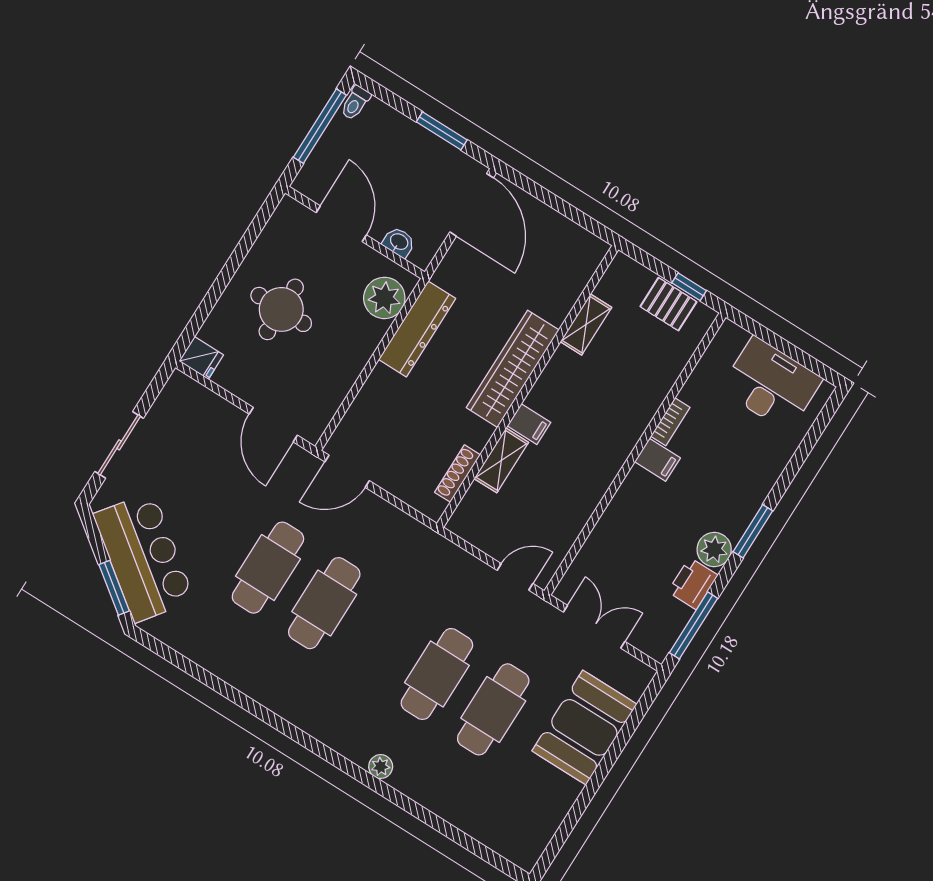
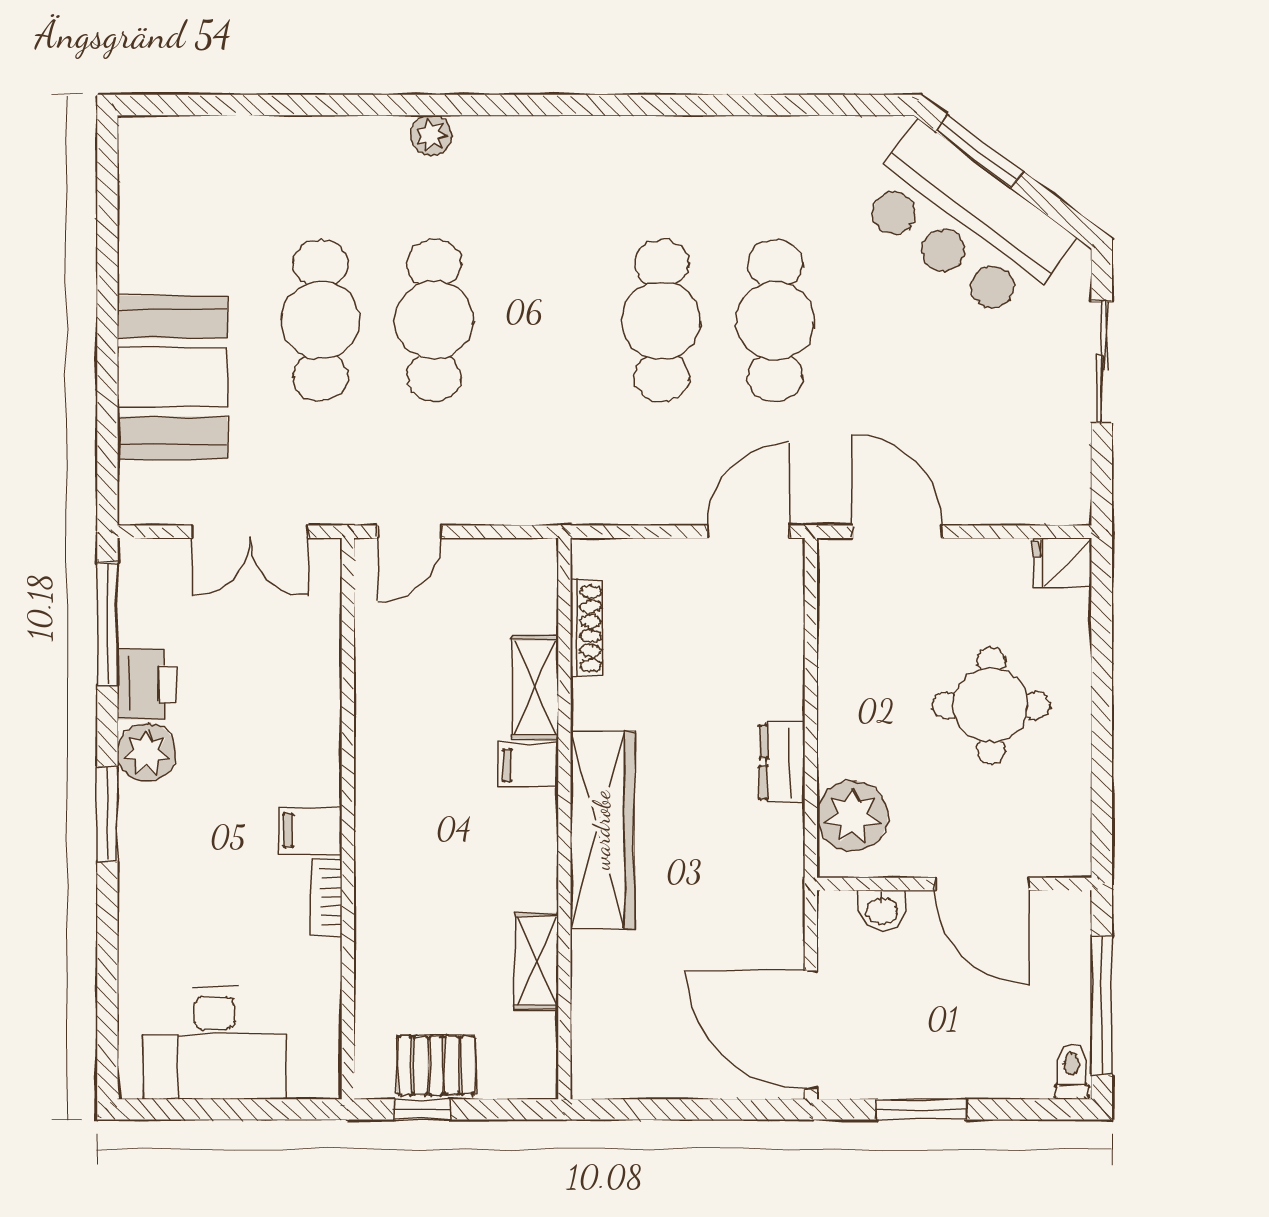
dresser: (417, 329) -> (782, 762), width x0.51, depth x0.80

